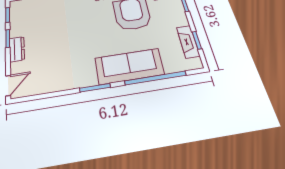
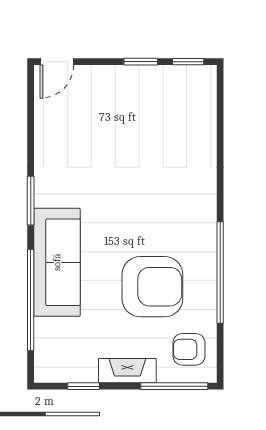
fireplace: (188, 42) -> (127, 371), moved
dresser: (17, 49) -> (118, 77), removed
door: (8, 85) -> (57, 62), hinge flipped

